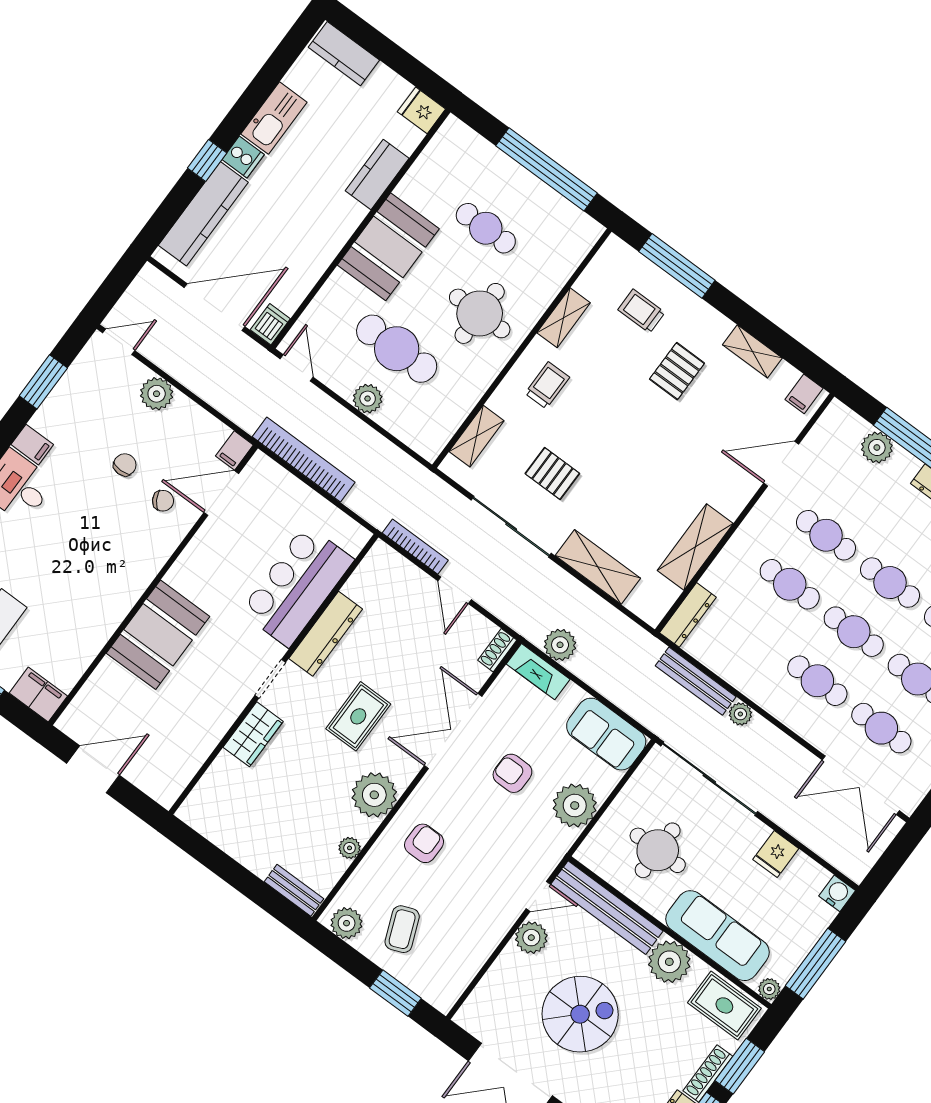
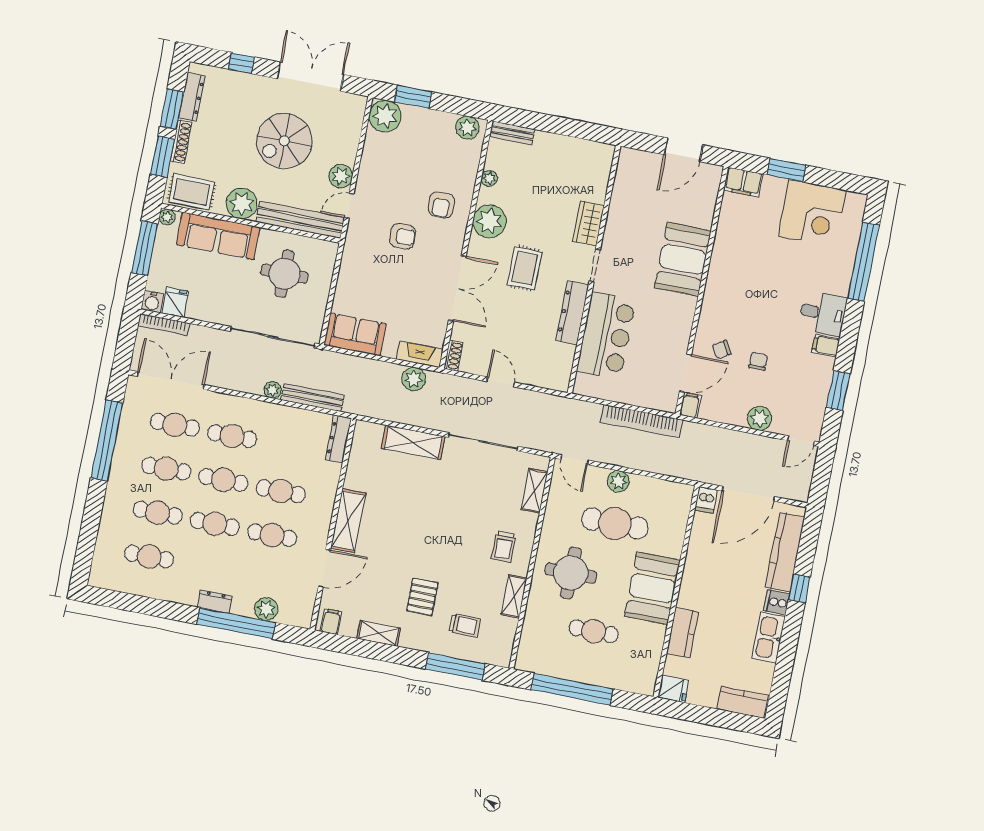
door: (297, 368) -> (575, 460), moved
chair: (125, 465) -> (758, 361), turned 180
pallet: (552, 474) -> (473, 490), removed
bookcase: (415, 547) -> (164, 325), moved
shelving: (695, 547) -> (348, 521), moved
armchair: (512, 773) -> (403, 236), moved
plant: (575, 806) -> (385, 116), moved
fridge: (776, 854) -> (175, 302), moved
coffee table: (402, 929) -> (429, 141), removed

